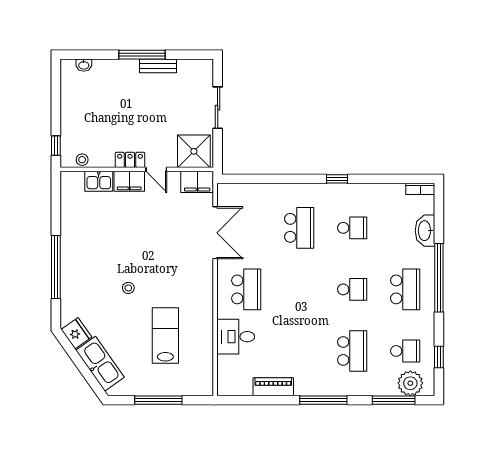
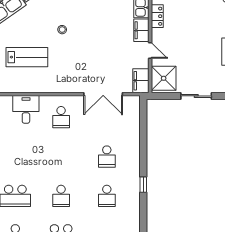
locker: (130, 160) -> (157, 16), moved
door: (156, 169) -> (150, 50), swing flipped
school desk: (299, 228) -> (107, 157), width x0.54
school desk: (246, 289) -> (61, 117), width x0.54

